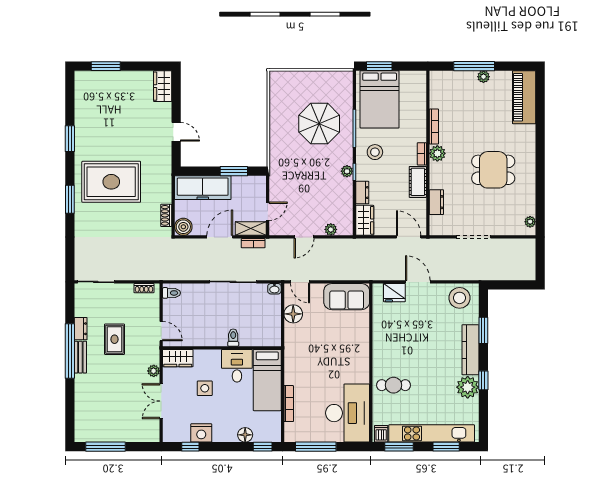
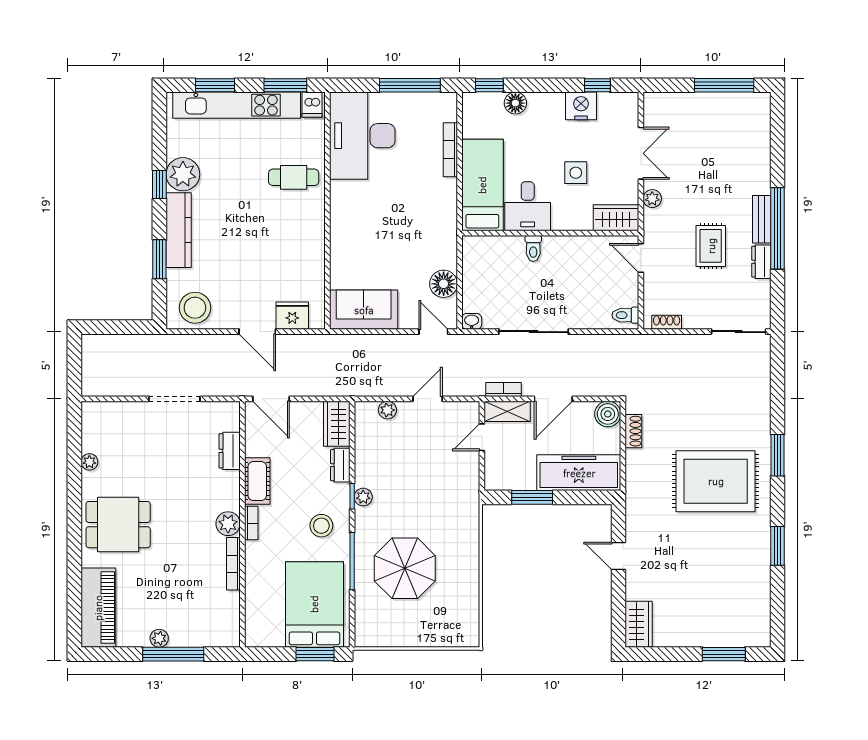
dining table: (493, 170) -> (118, 525), moved
plant: (530, 222) -> (89, 462), moved

